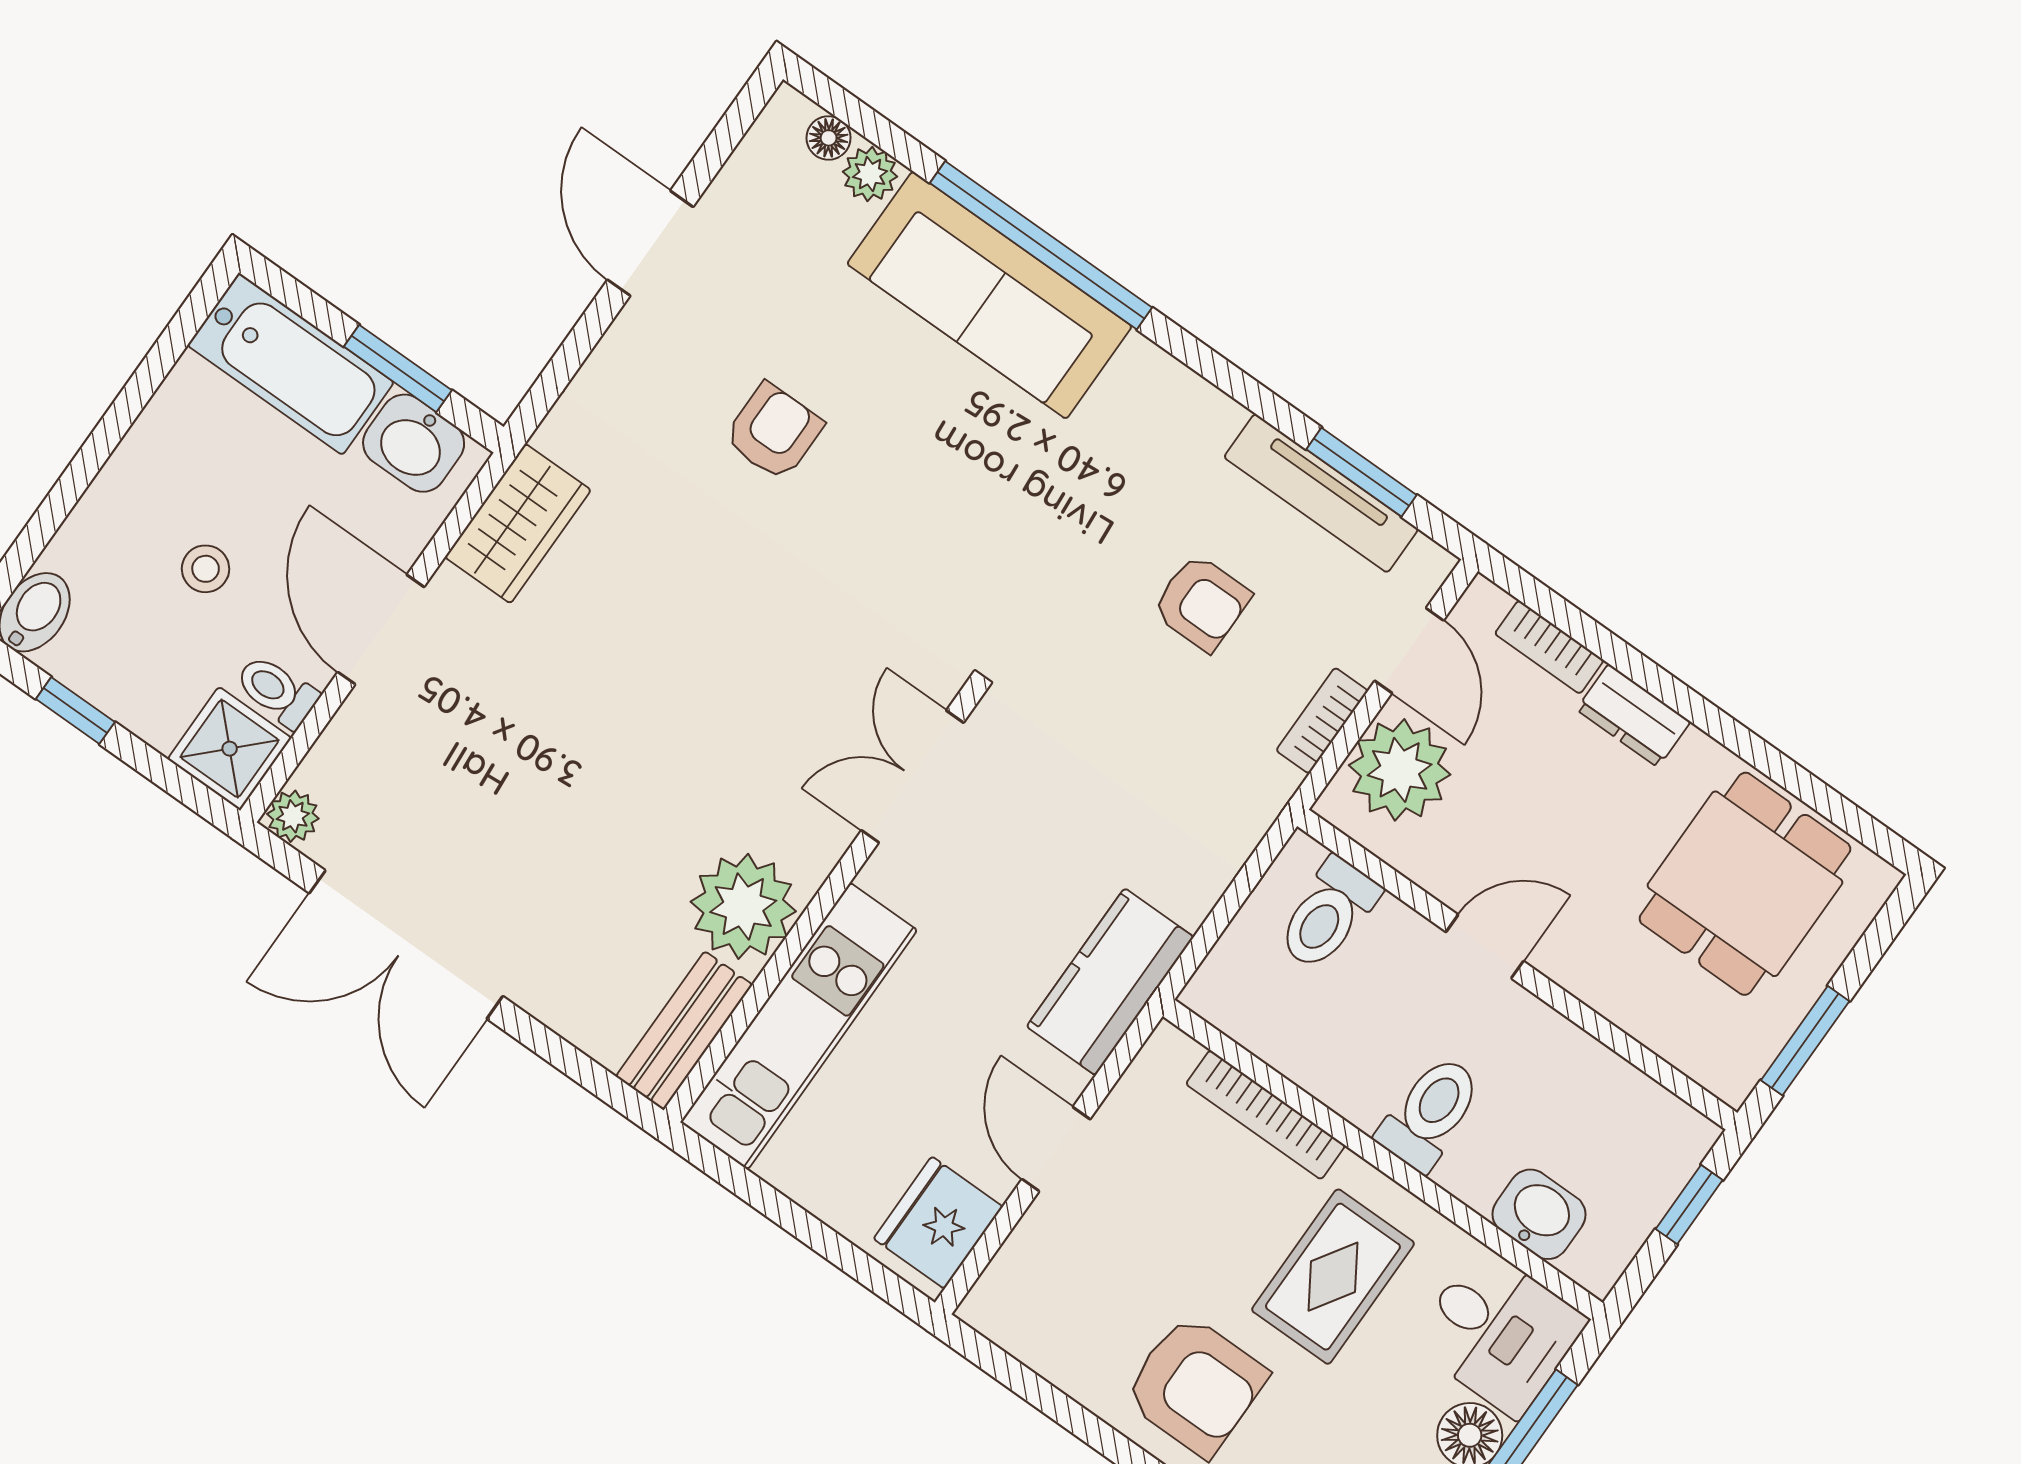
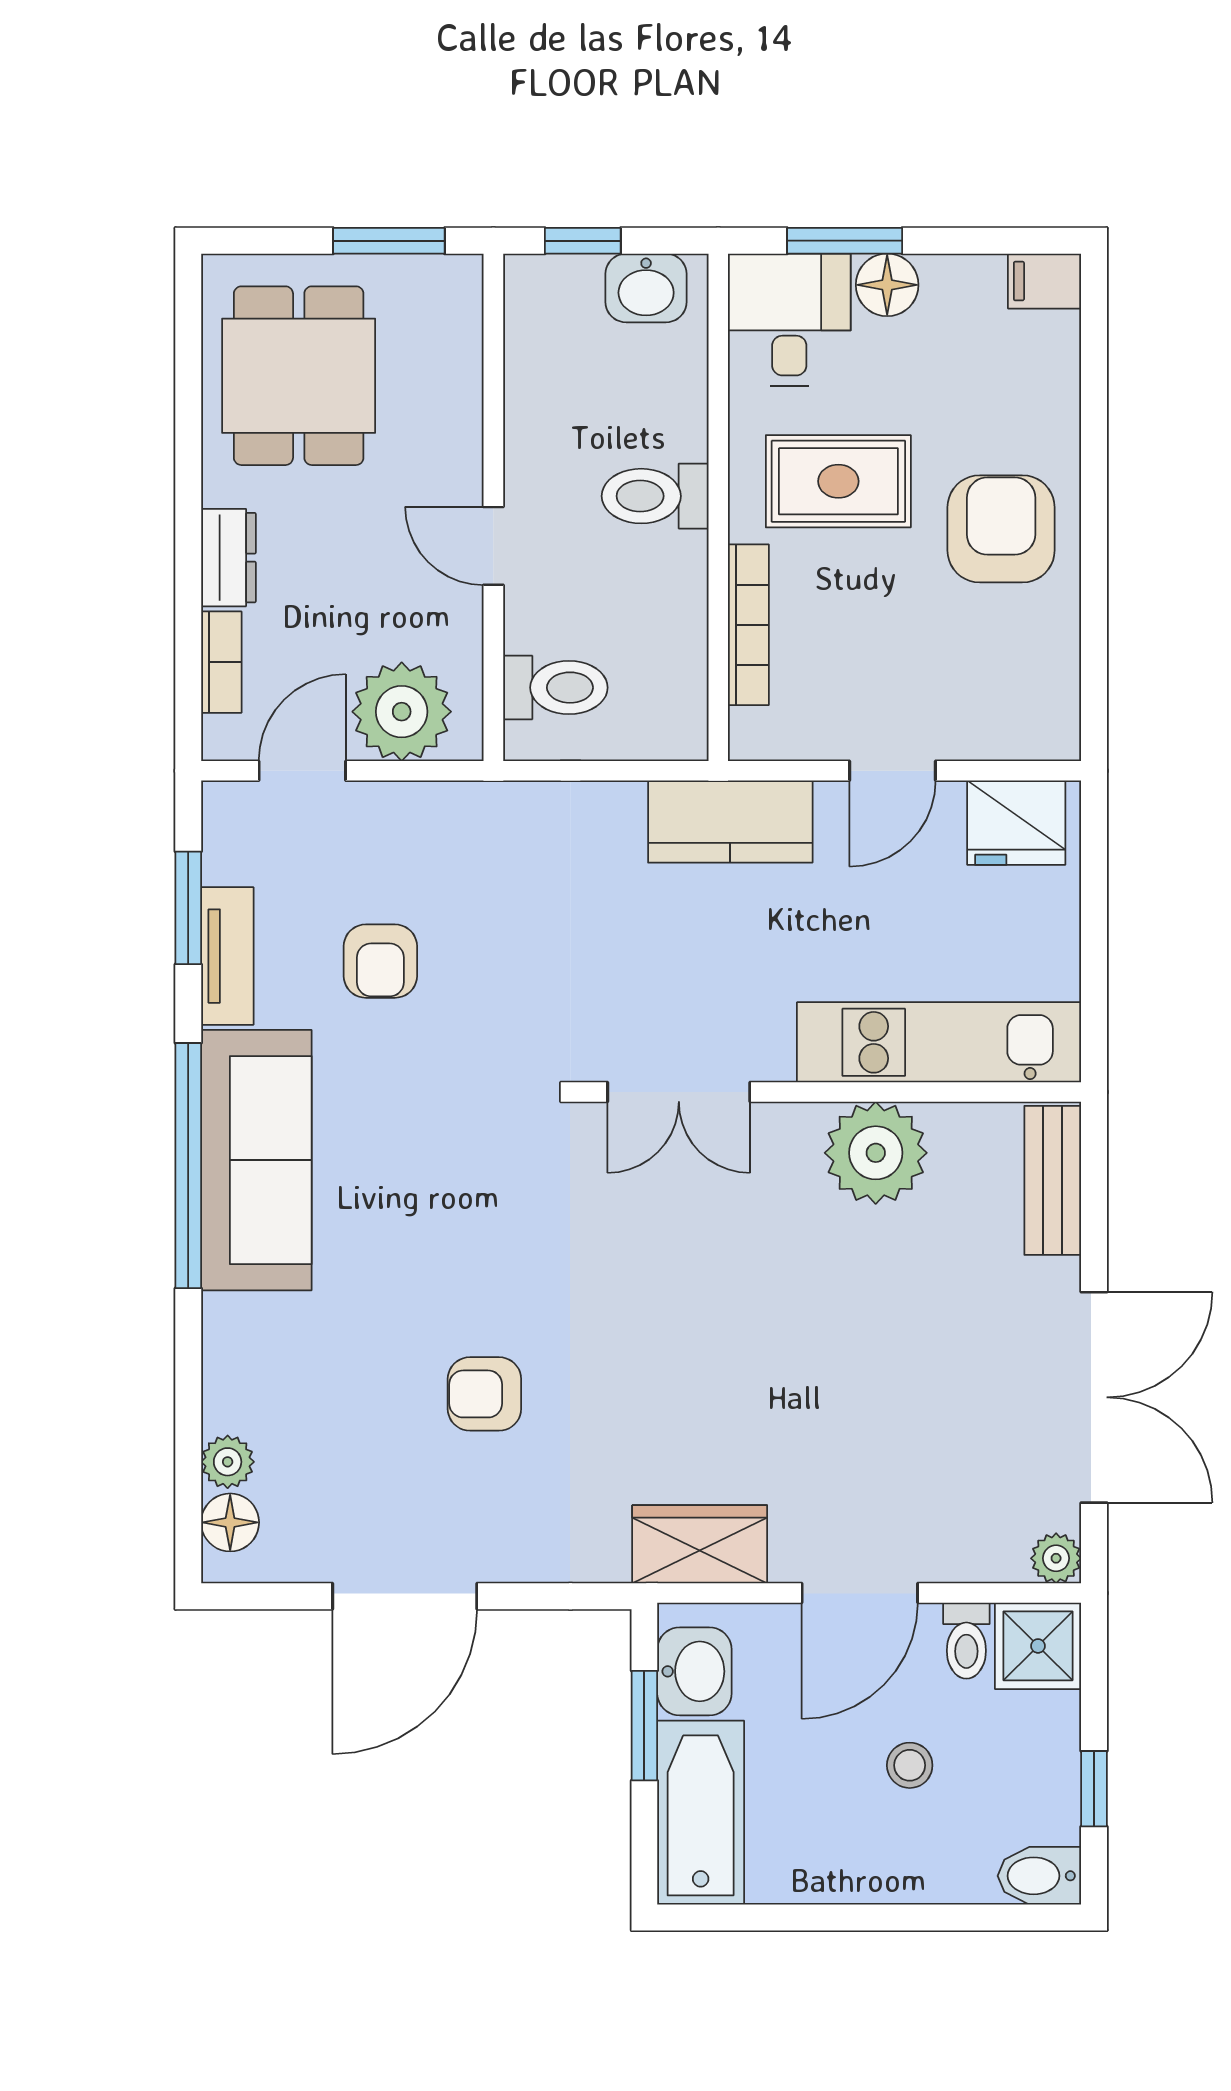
floor lamp: (829, 138) -> (230, 1522), width x1.37, depth x1.37
door: (650, 243) -> (405, 1596), width x1.36
window: (1041, 245) -> (188, 1166), moved
sofa: (989, 295) -> (256, 1160), moved
tv unit: (1321, 493) -> (227, 956), width x0.71
armchair: (1202, 603) -> (380, 961), turned 180
bookcase: (1322, 721) -> (406, 800), removed
dining table: (1745, 884) -> (299, 376), turned 90
bench: (684, 1031) -> (1053, 1180), moved, turned 90
washbasin: (1539, 1214) -> (646, 288), moved, turned -90

